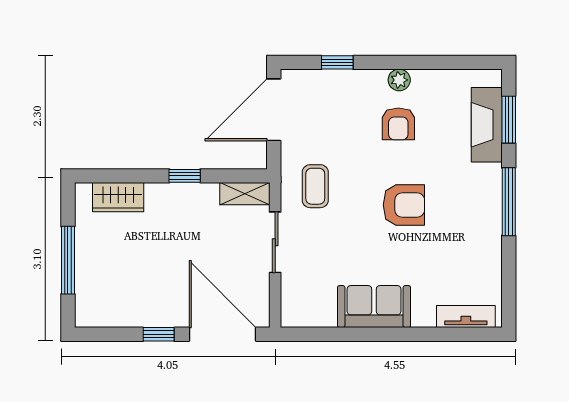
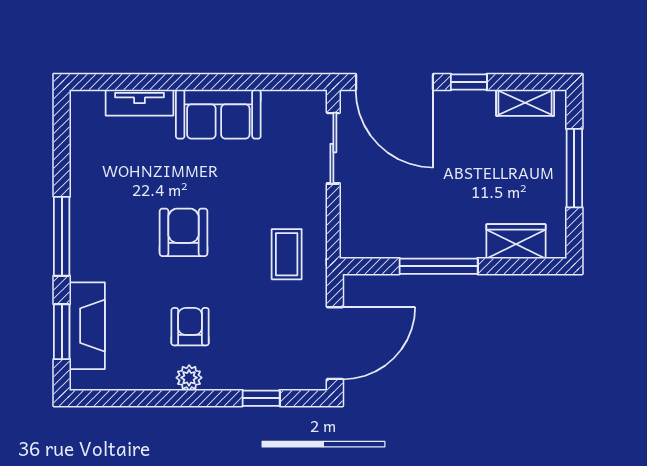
window: (185, 176) -> (439, 266), width x2.17
shelving: (245, 194) -> (525, 103), moved
armchair: (404, 205) -> (184, 232), turned 90
sliding door: (275, 242) -> (333, 148), moved
tv unit: (466, 316) -> (140, 103), moved

